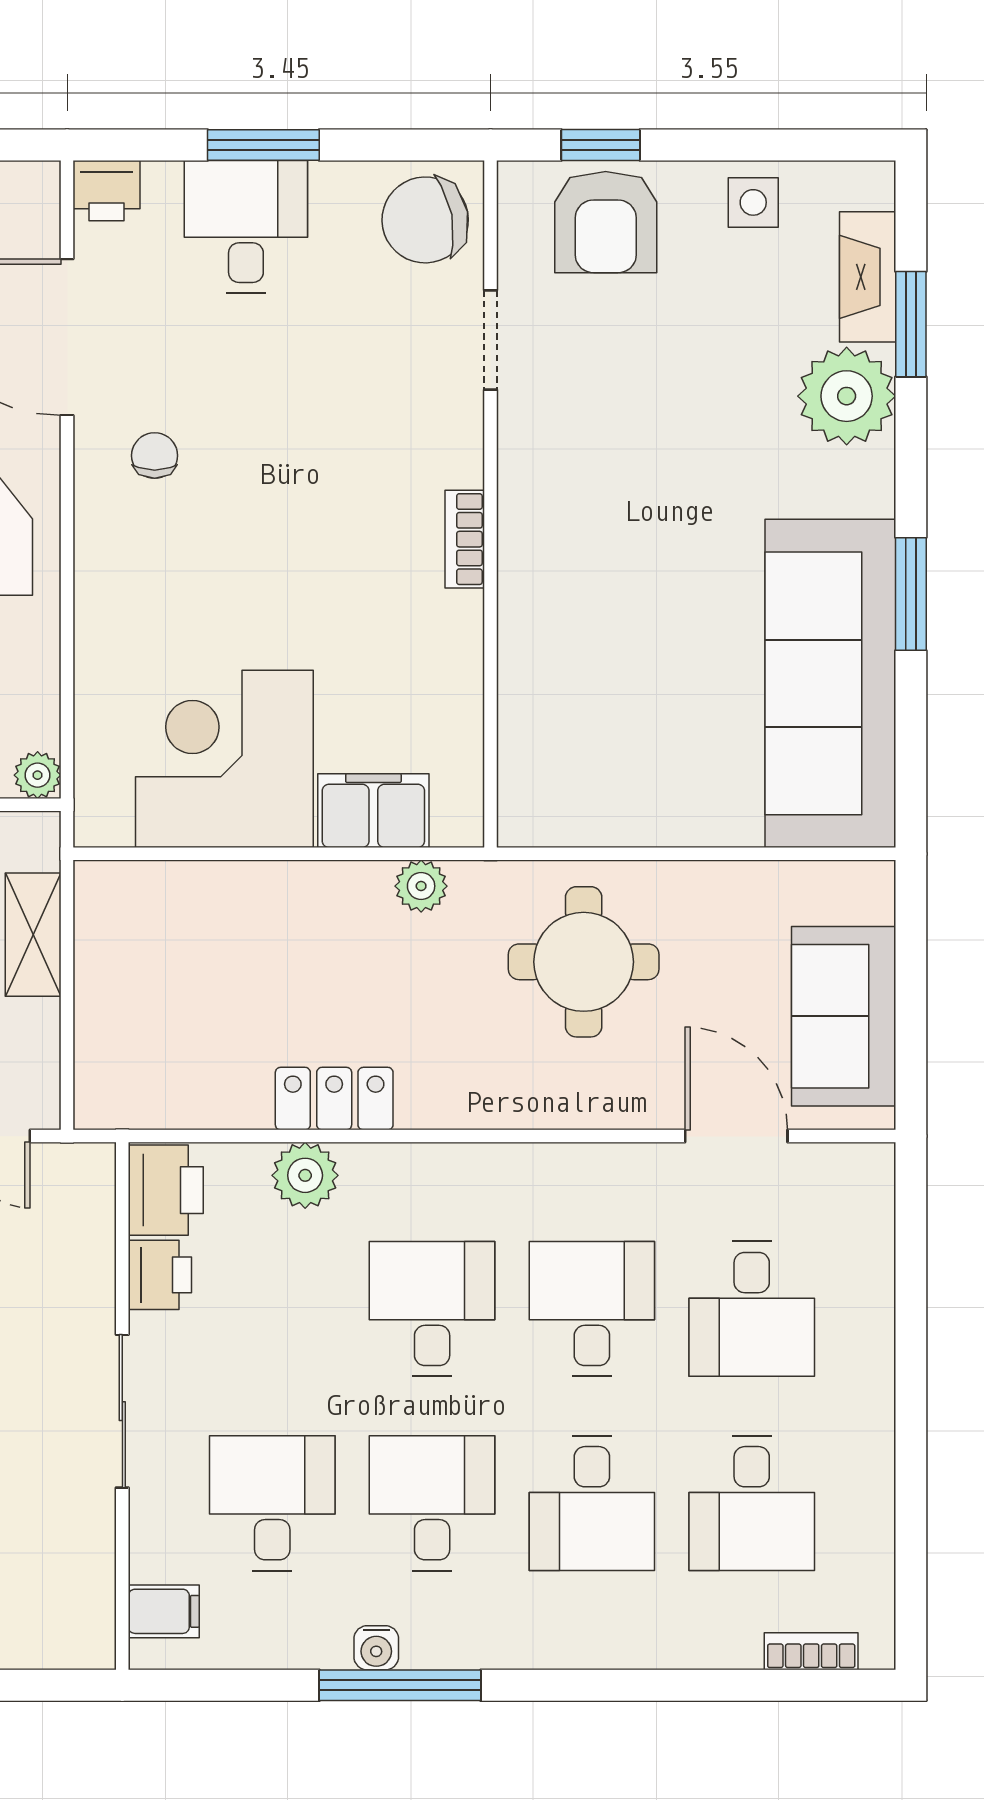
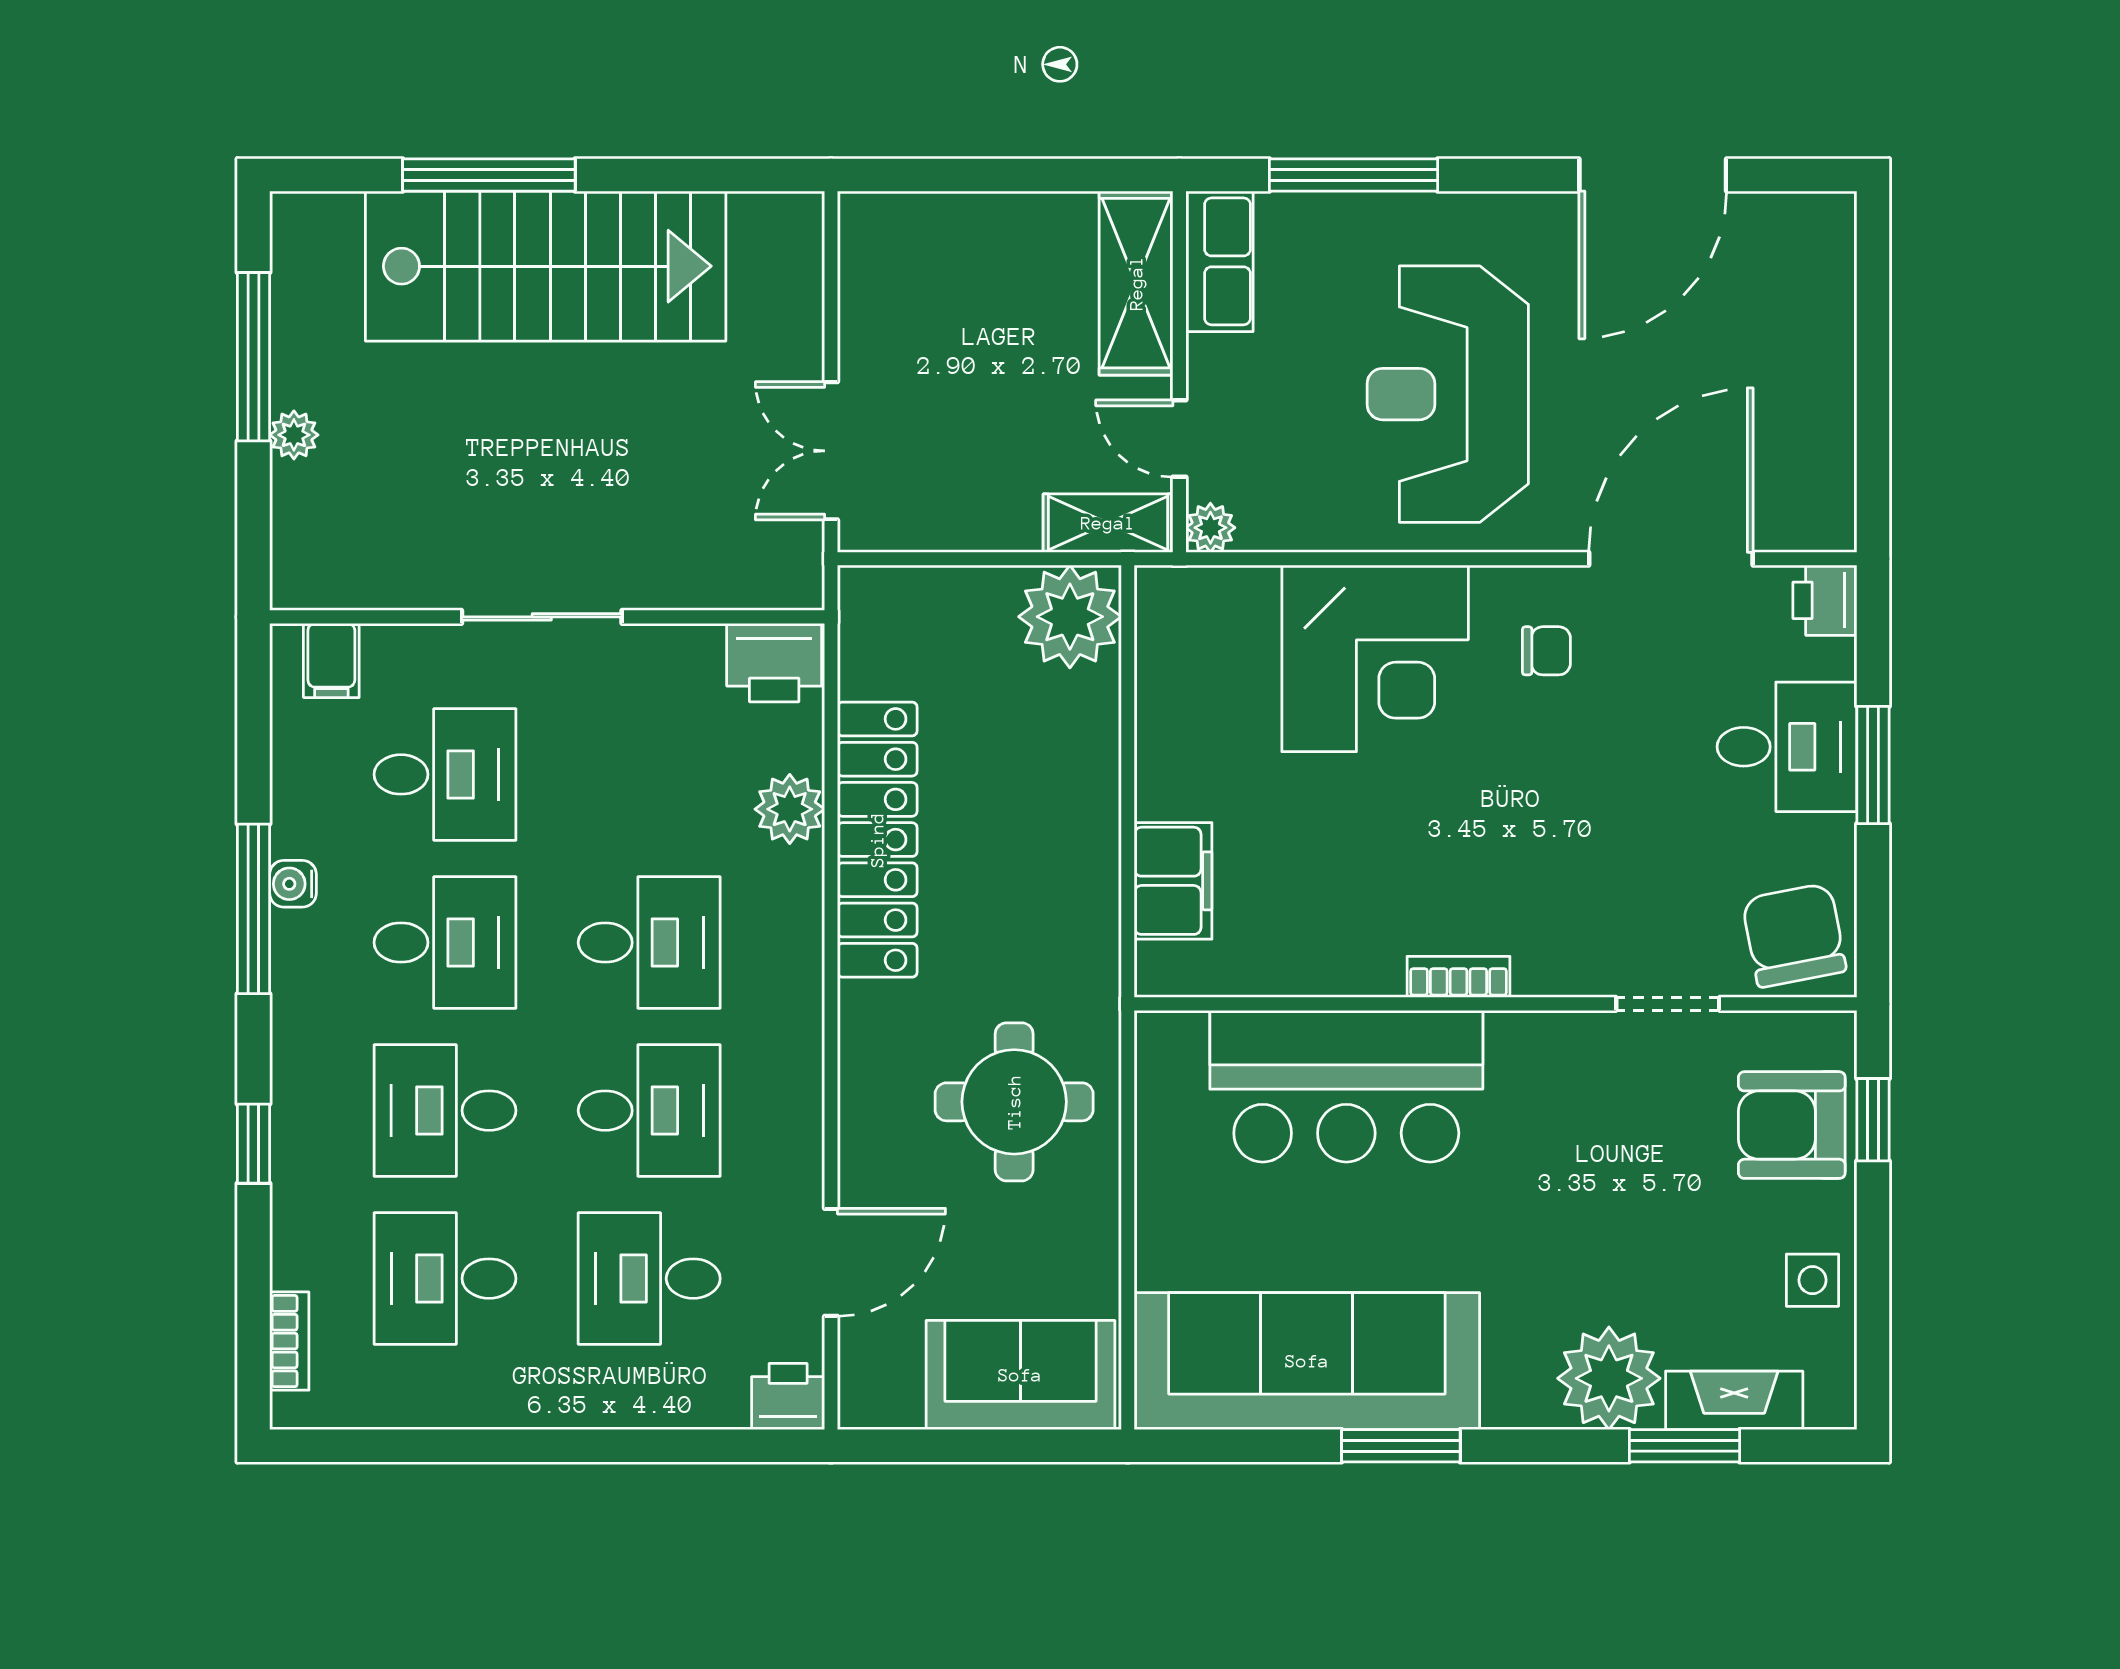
bar counter: (569, 646) -> (1346, 1086), added
corner desk: (224, 759) -> (1375, 658), moved, turned 90
plant: (421, 886) -> (1070, 617), moved, width x1.88, depth x1.88
shelving: (33, 935) -> (1108, 523), moved
sofa: (844, 1016) -> (1020, 1375), moved
locker: (334, 1099) -> (877, 840), width x2.16, depth x1.21
printer: (160, 1275) -> (788, 1397), moved, turned 180
window: (623, 1685) -> (254, 1144), added

